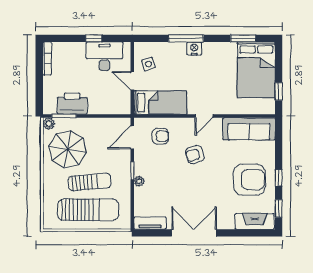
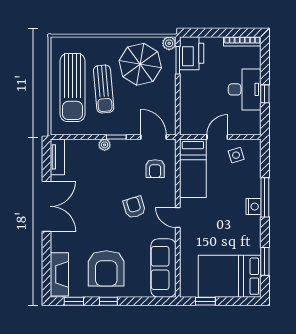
desk: (104, 56) -> (245, 89), moved
printer: (72, 104) -> (192, 53), moved

